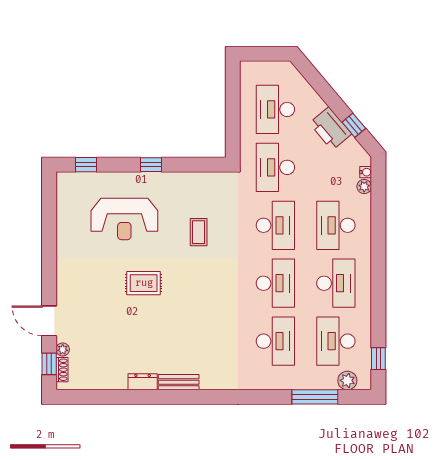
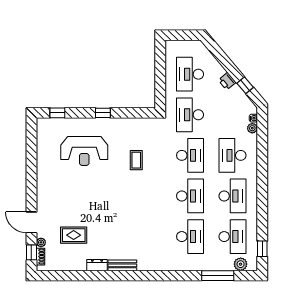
printer: (331, 128) -> (227, 81), width x0.53, depth x0.68
rug: (144, 283) -> (74, 235), moved
desk: (336, 341) -> (232, 237), turned 180

